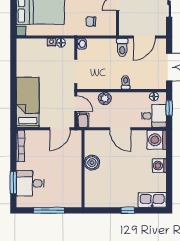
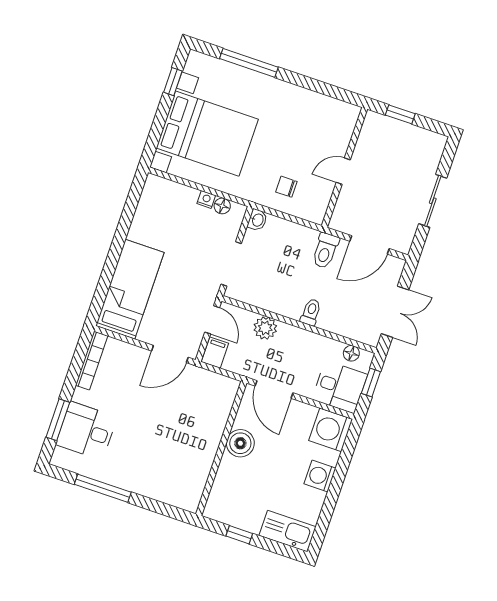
boiler: (92, 163) -> (240, 443), moved
wall: (83, 169) -> (221, 449), moved

